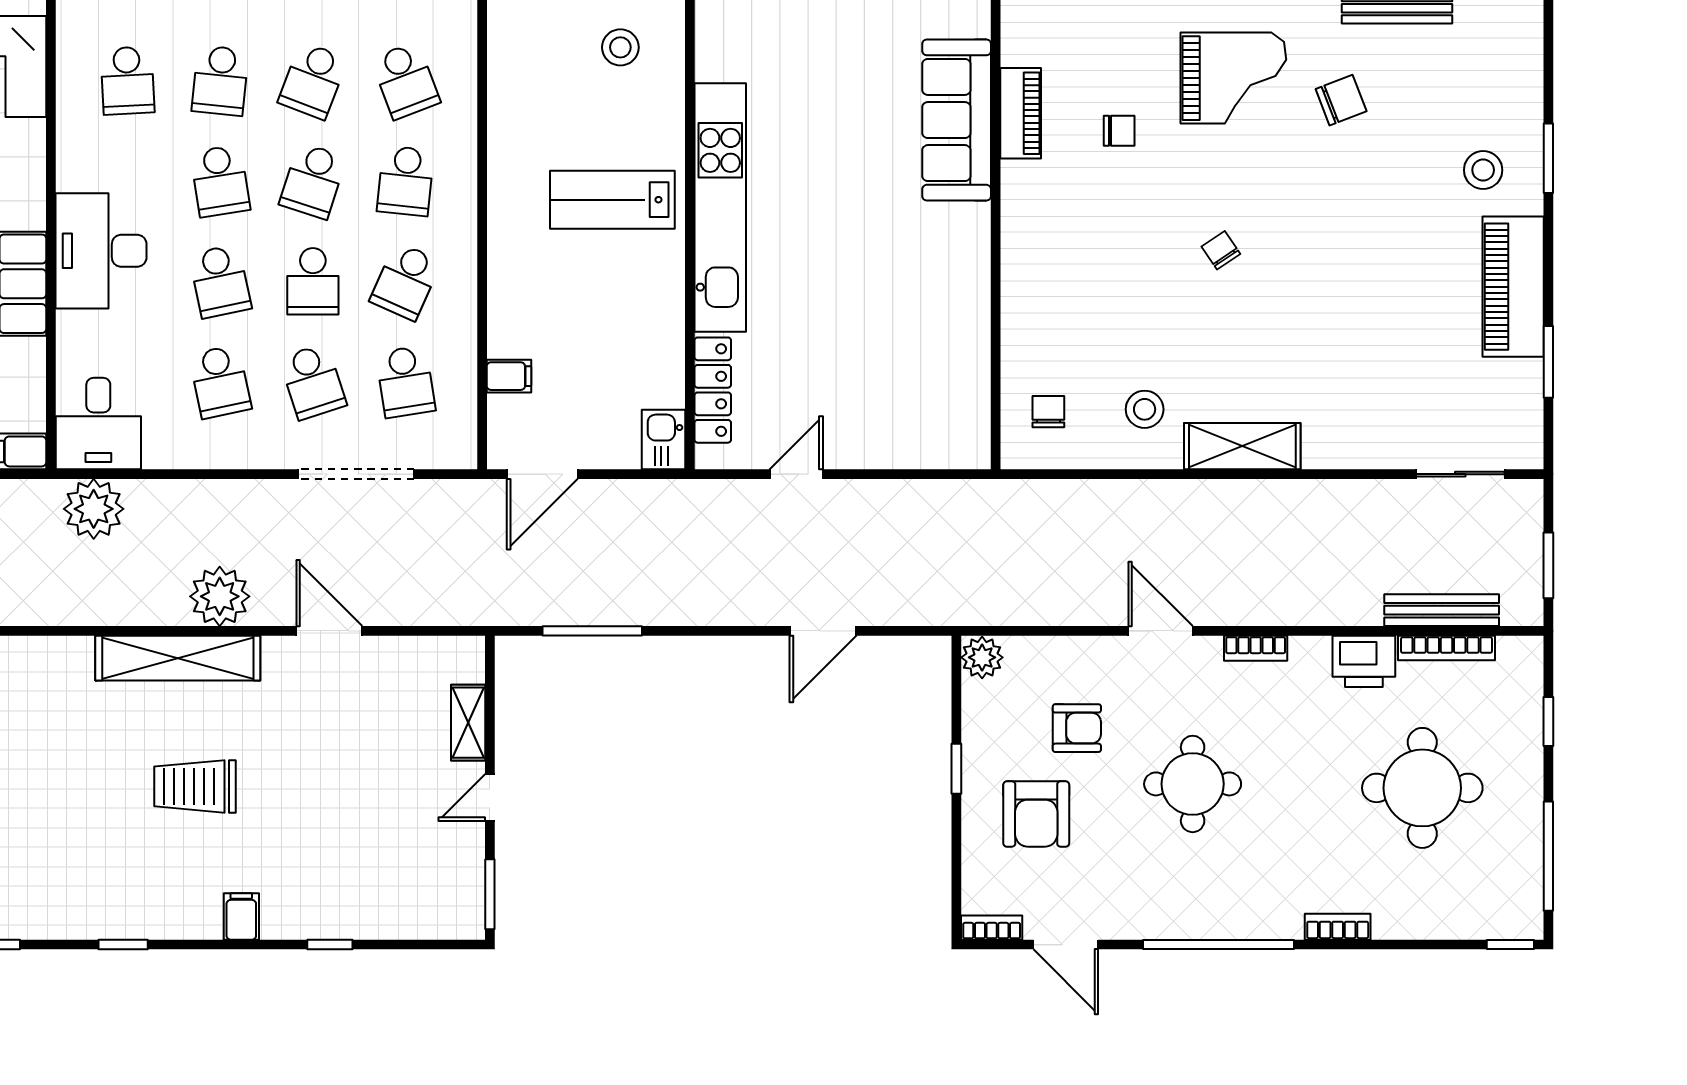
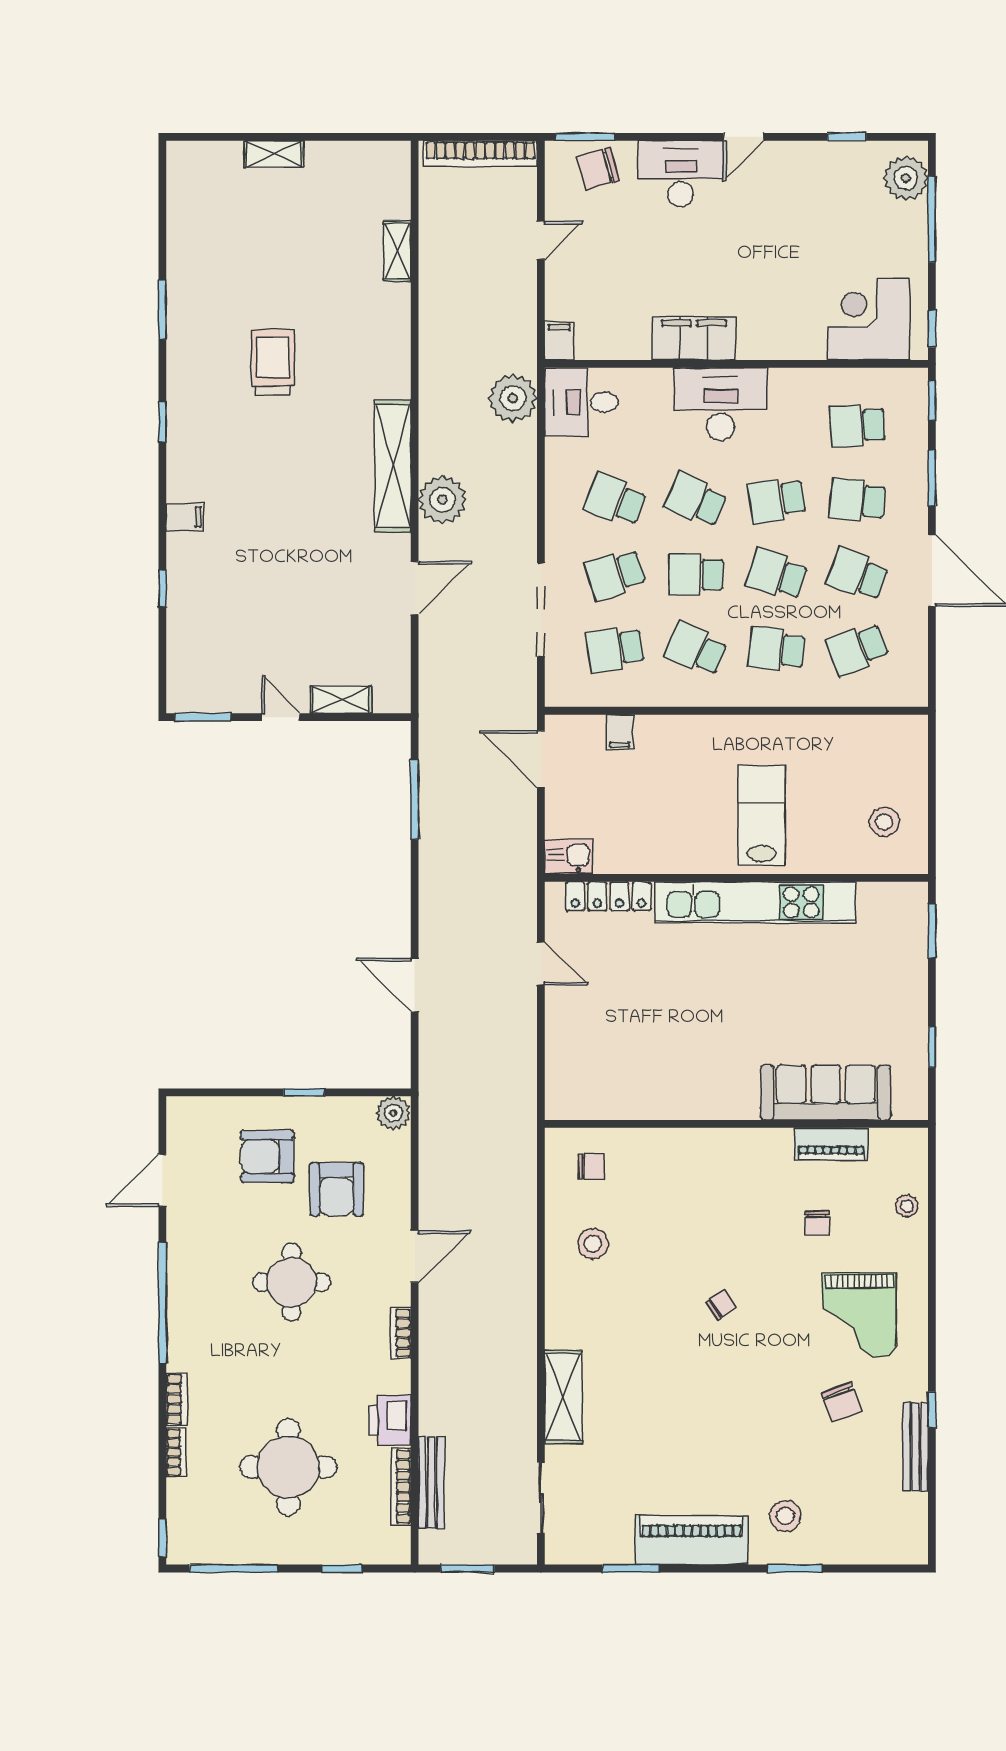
stool: (1098, 19) -> (907, 1206), added
school desk: (220, 281) -> (696, 500), turned 36
school desk: (220, 382) -> (615, 500), turned 33
shelving: (1242, 446) -> (563, 1397), moved
armchair: (1077, 728) -> (336, 1189), width x1.38, depth x1.38
trolley: (195, 786) -> (273, 362), moved
bookcase: (992, 928) -> (176, 1452), moved

